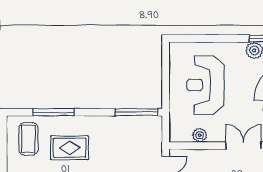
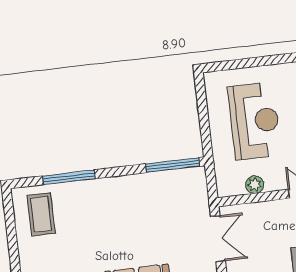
reception desk: (205, 85) -> (255, 121), turned 180
rug: (70, 148) -> (94, 219), removed

